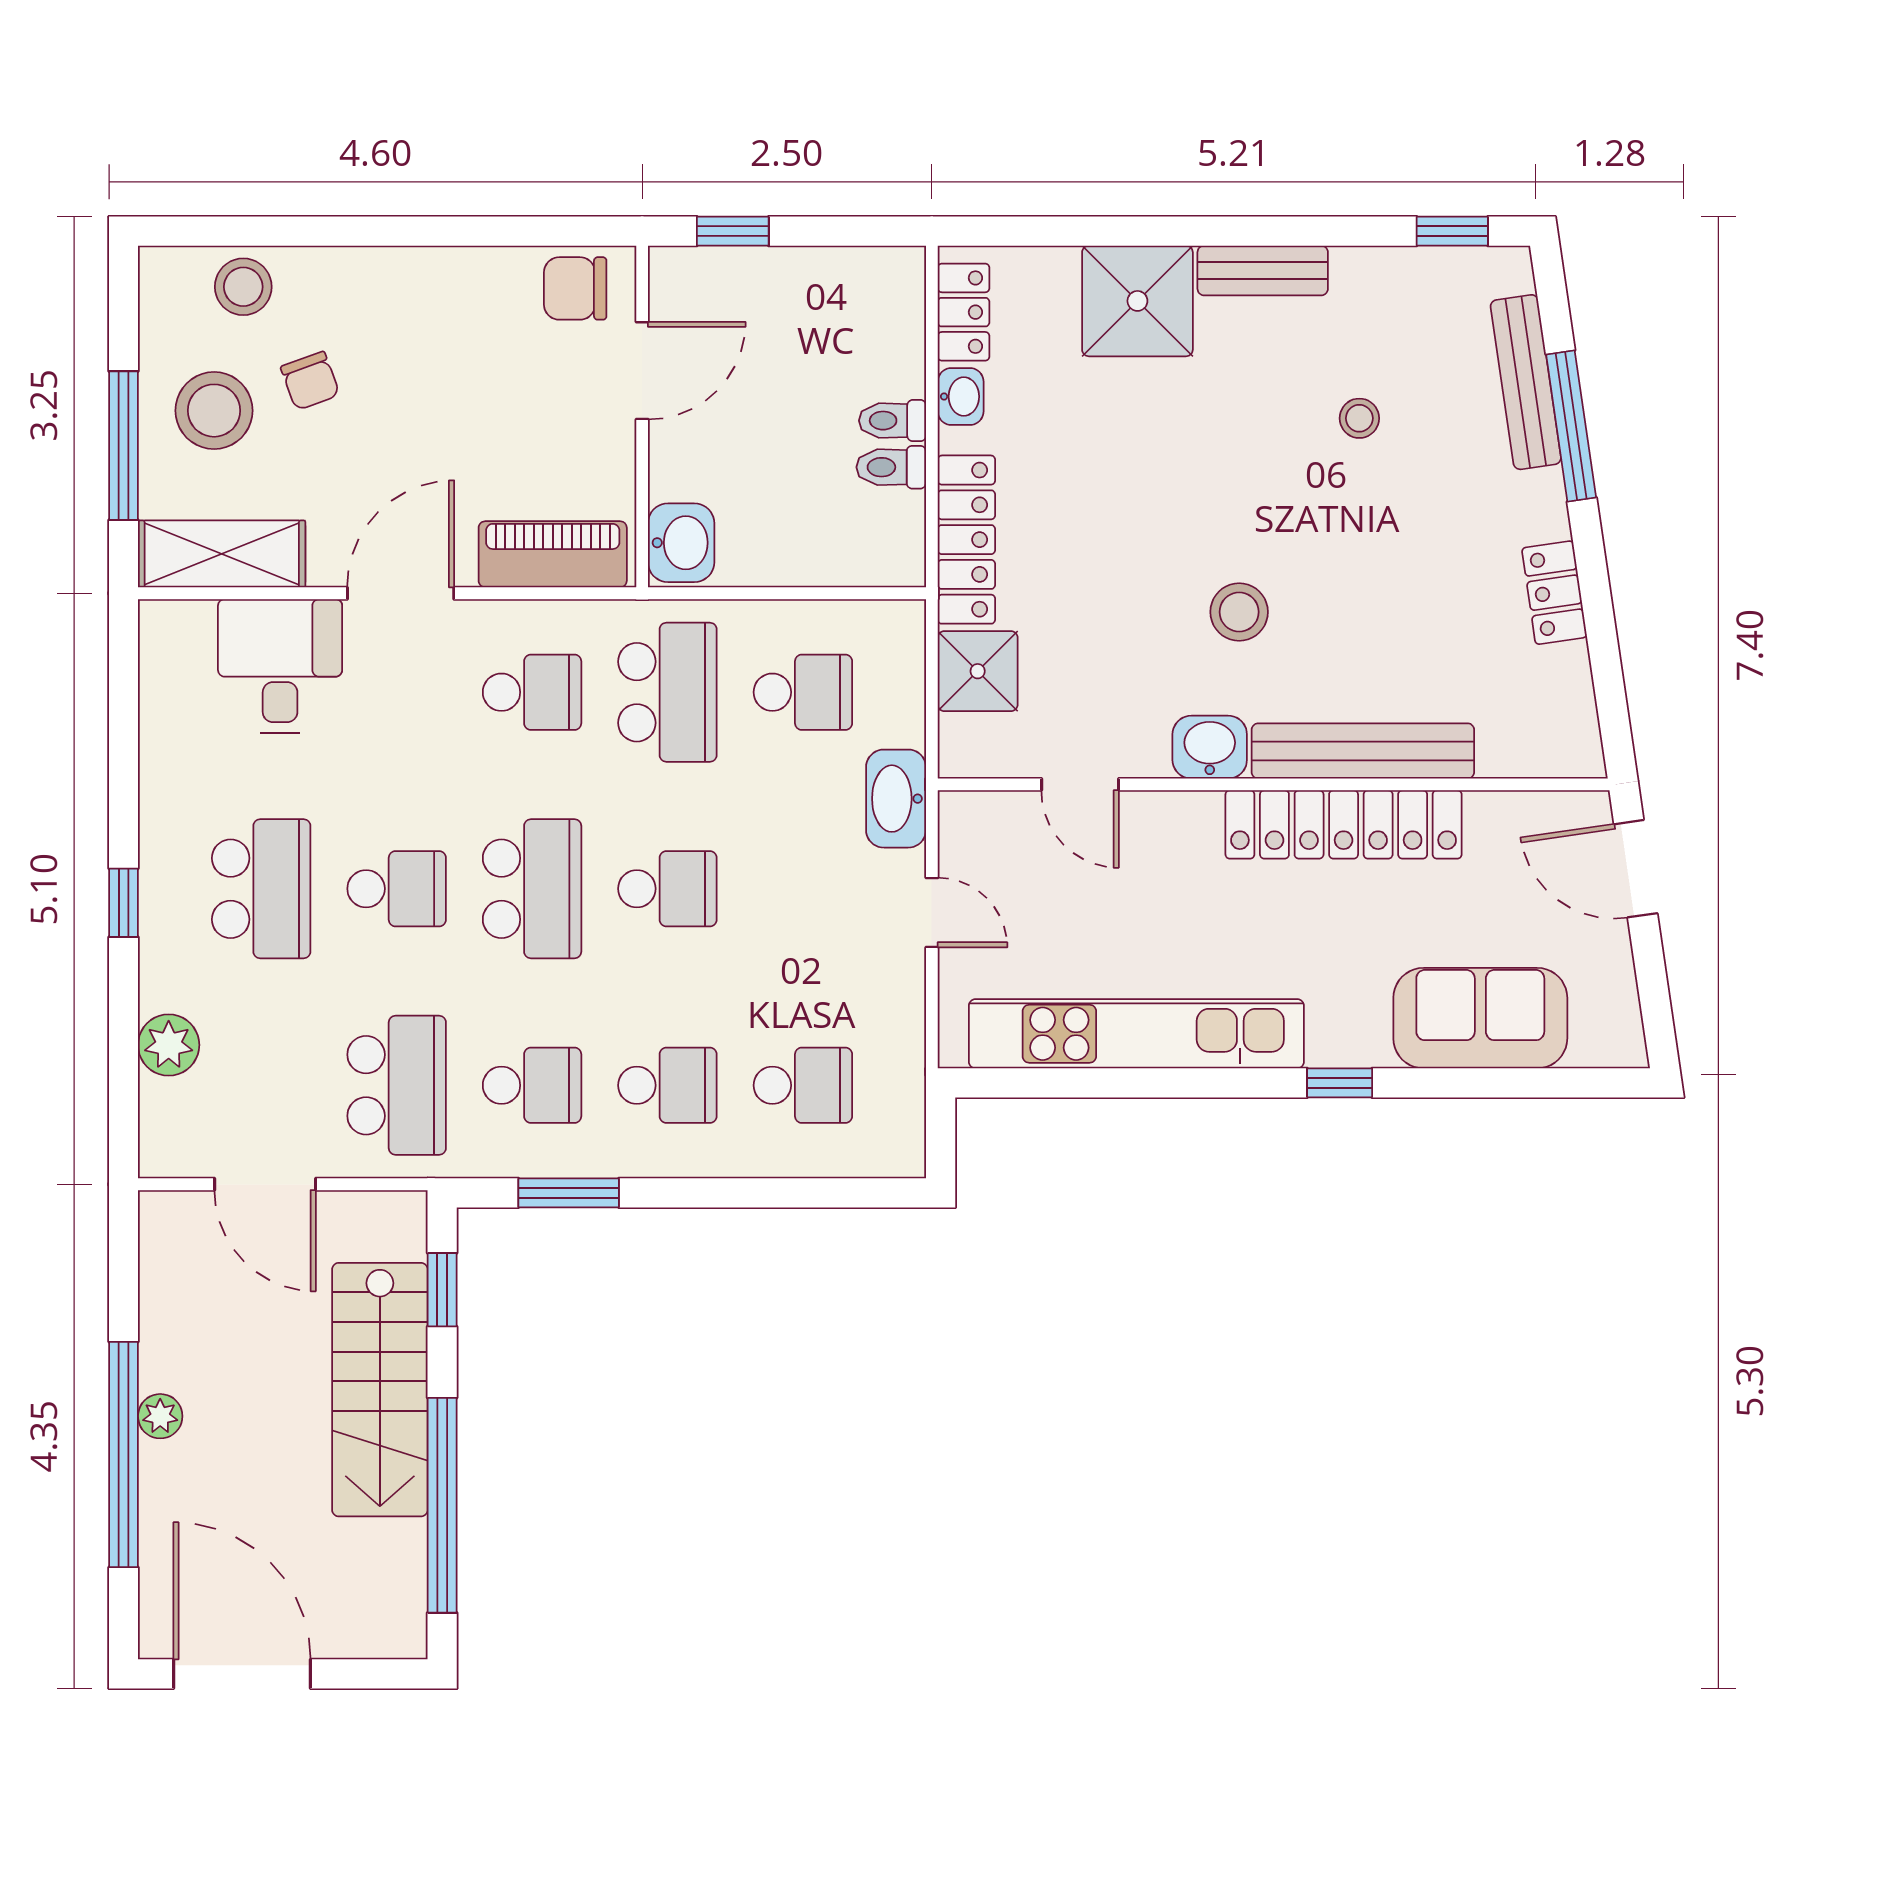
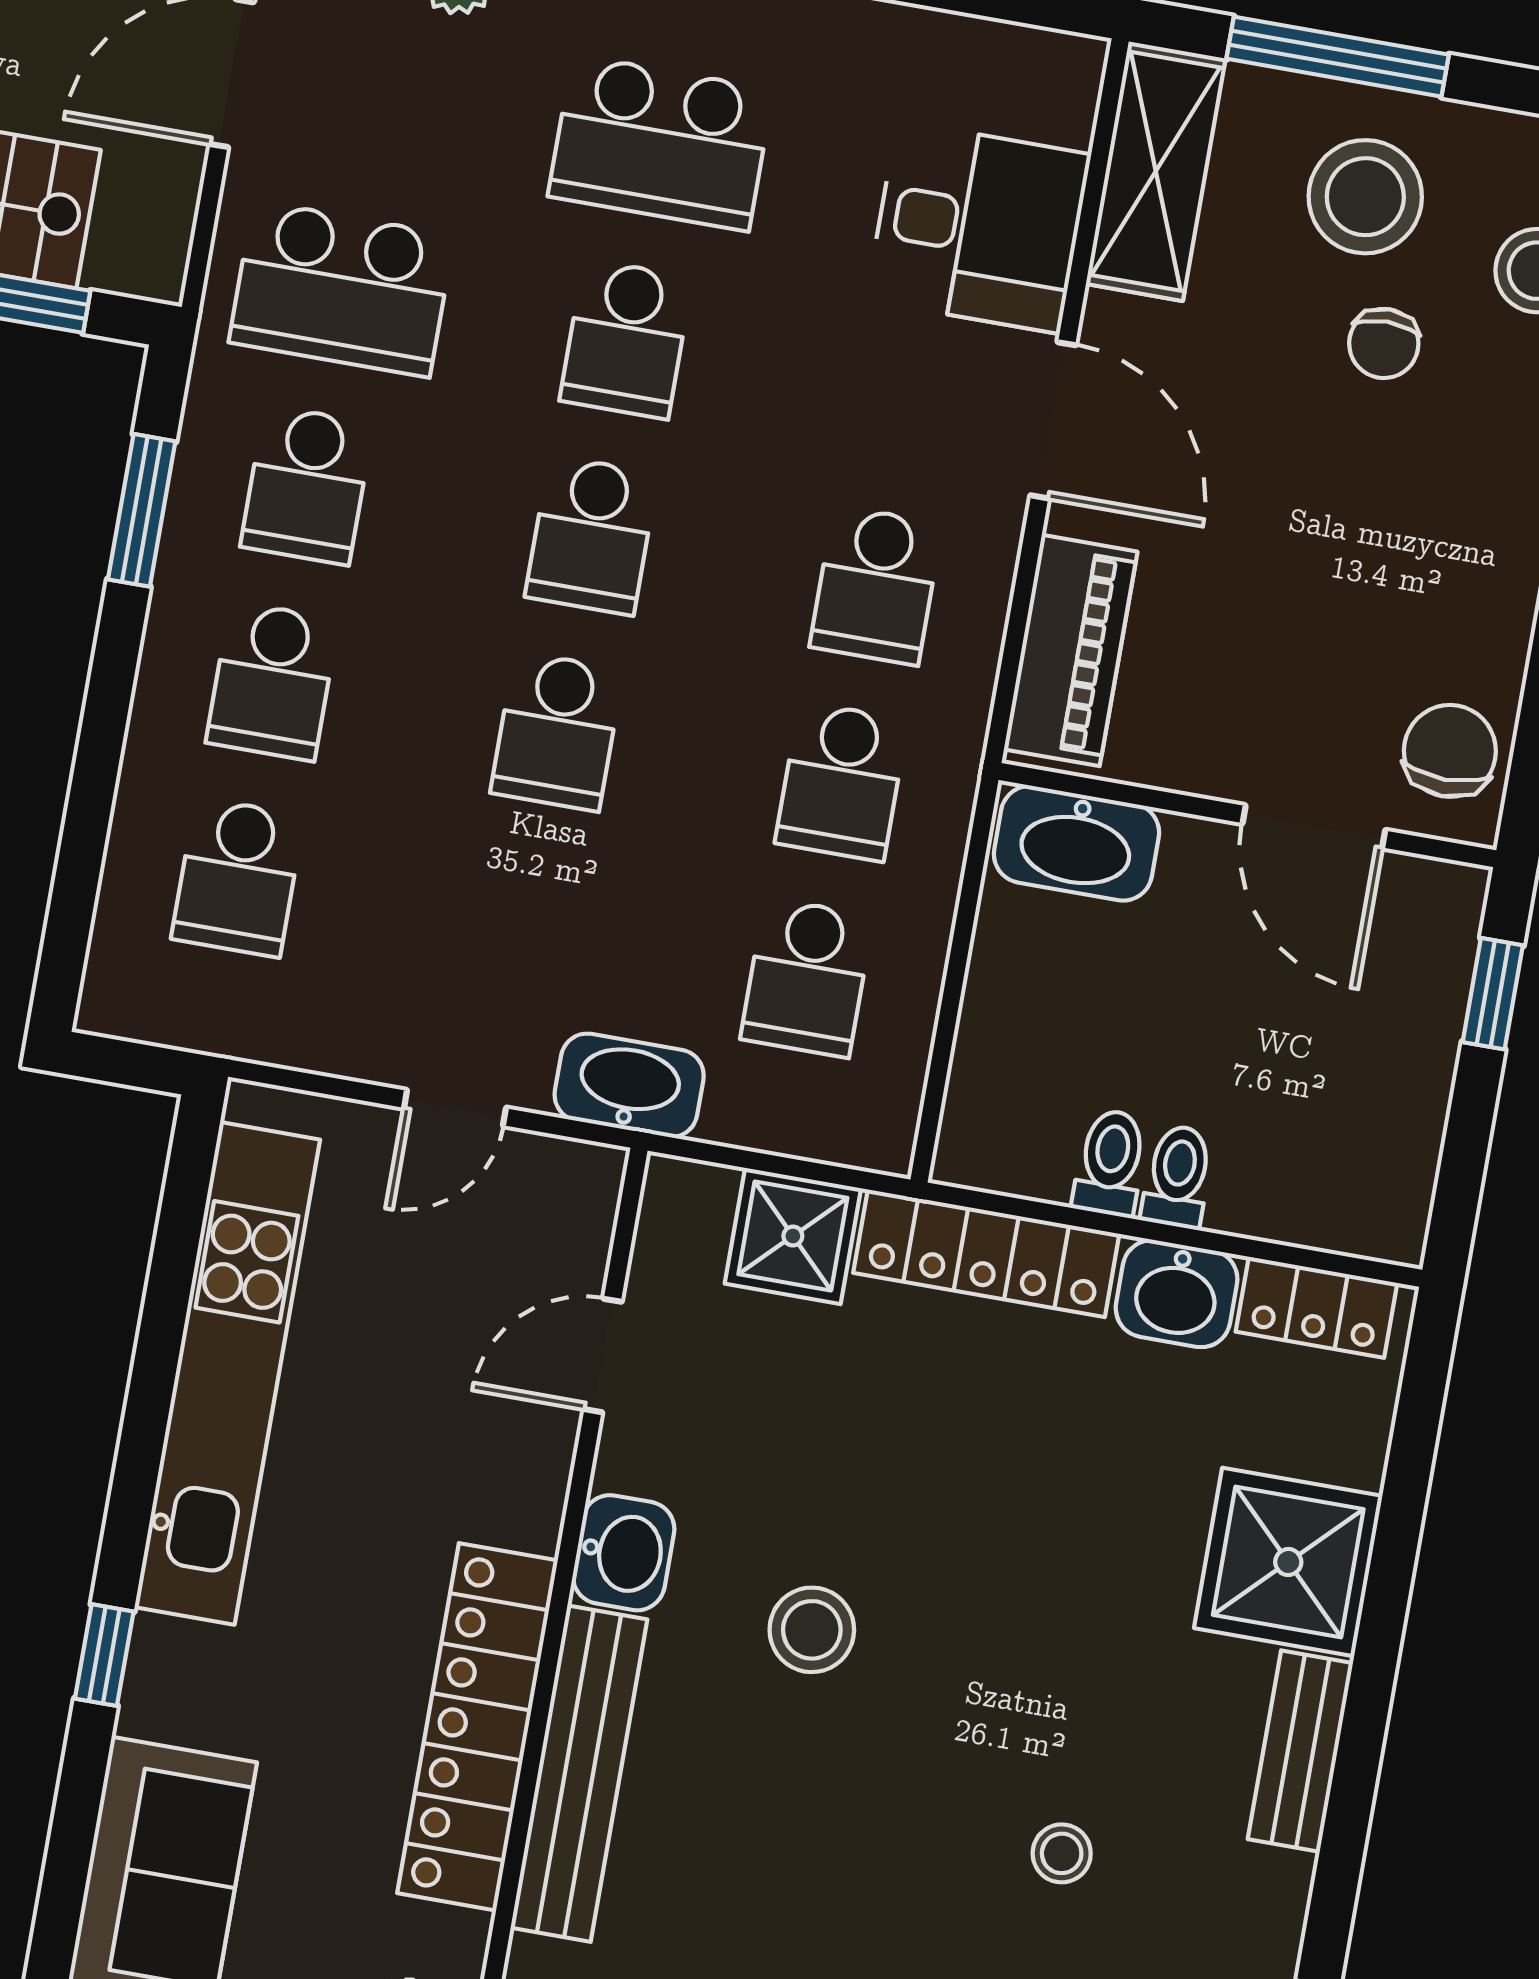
chair: (310, 381) -> (1384, 343), turned -70
washbasin: (961, 397) -> (1177, 1294), width x1.38, depth x1.45
washbasin: (681, 543) -> (1076, 843), width x1.38
school desk: (667, 692) -> (842, 781), width x0.54
school desk: (532, 889) -> (592, 535), width x0.54

